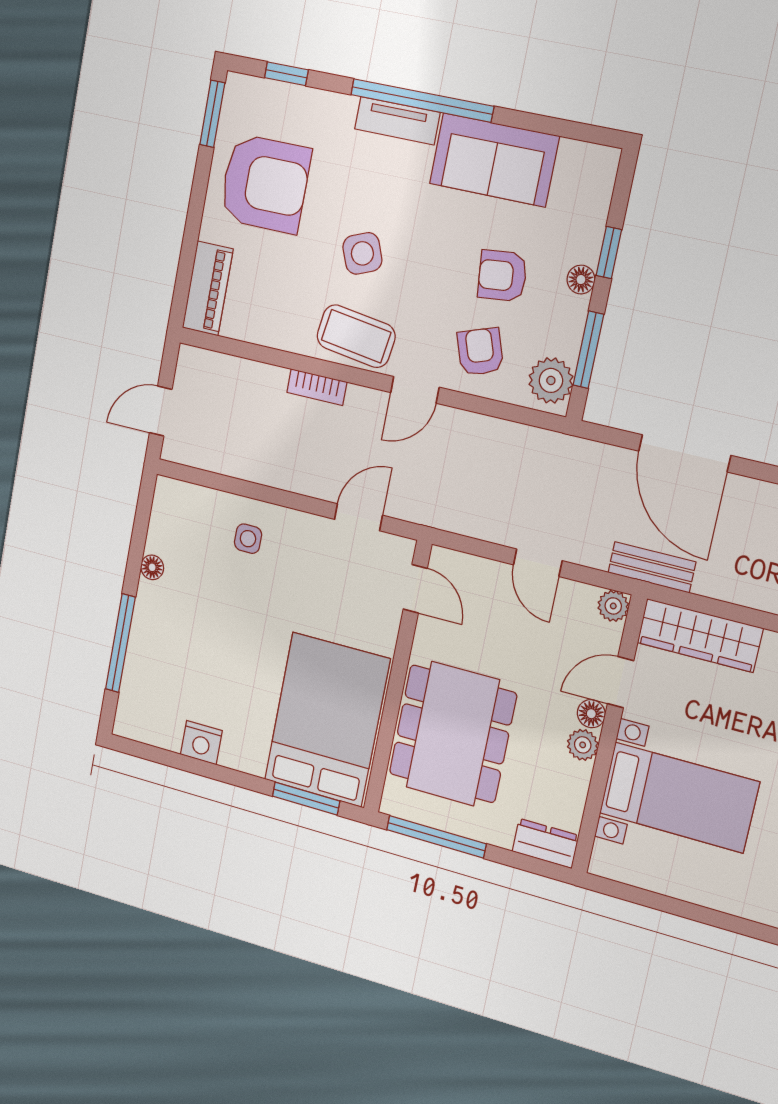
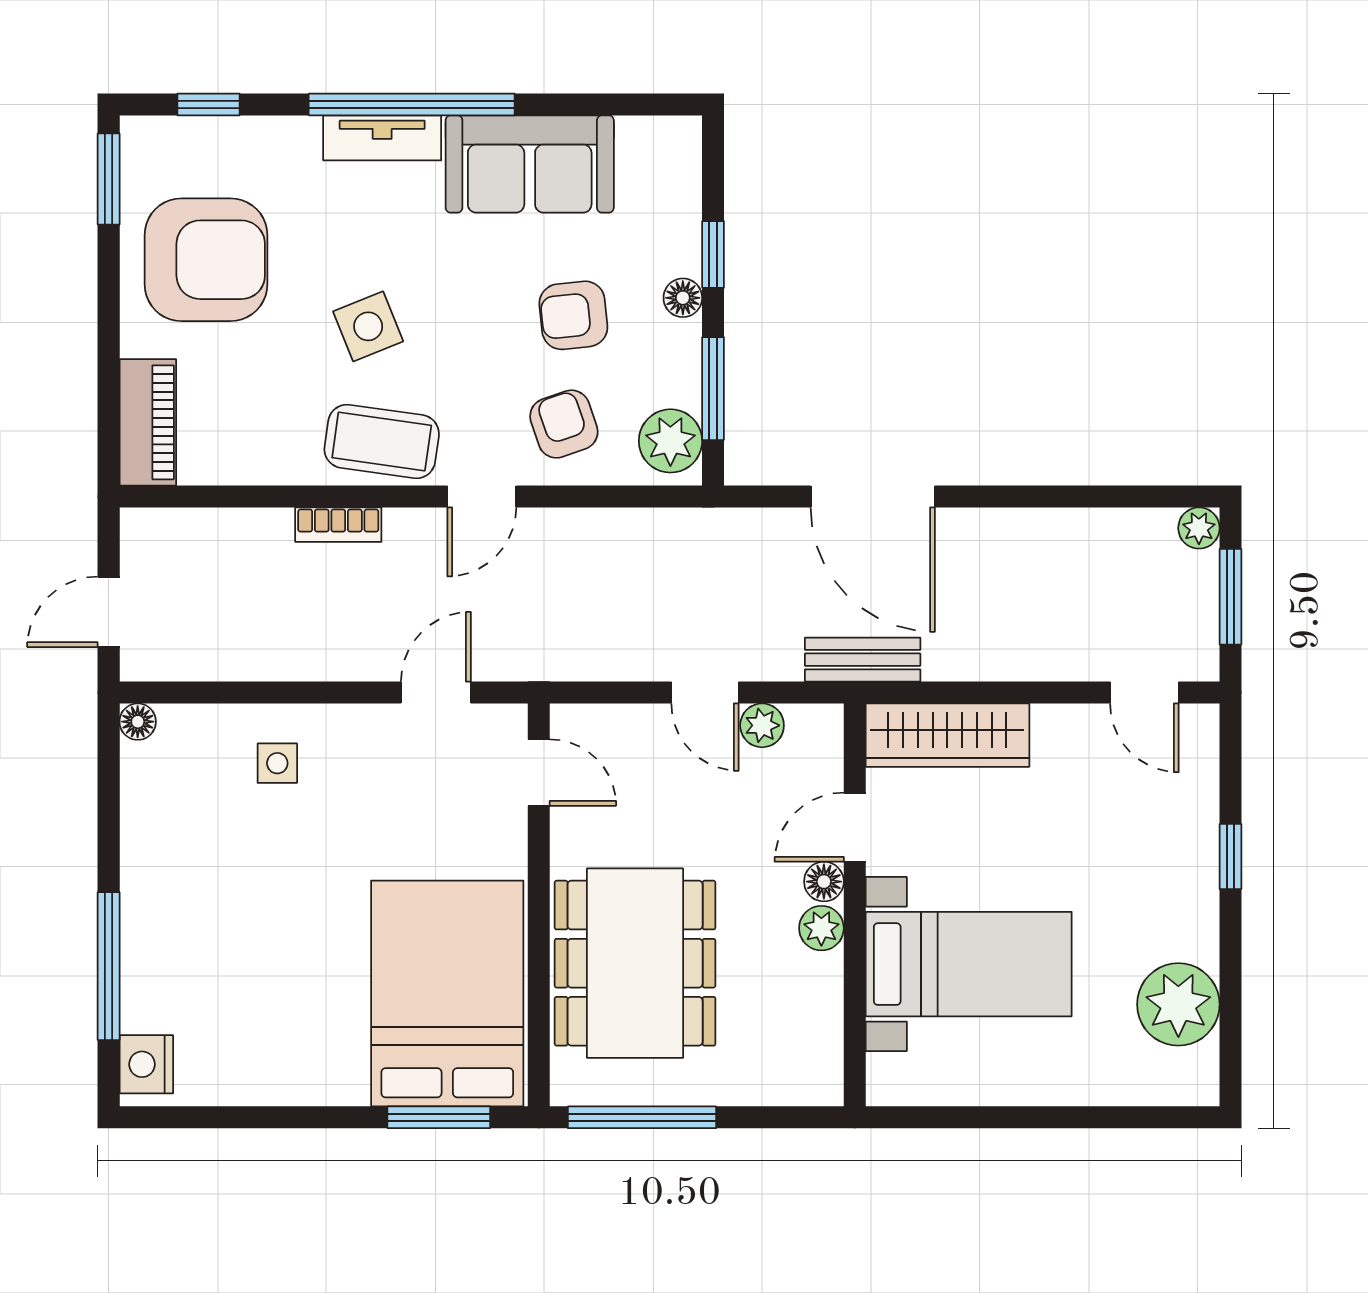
floor lamp: (152, 567) -> (138, 722), moved
plant: (613, 606) -> (762, 725), moved
nightstand: (201, 743) -> (146, 1064), moved, turned 90
dresser: (545, 843) -> (799, 1081), removed

